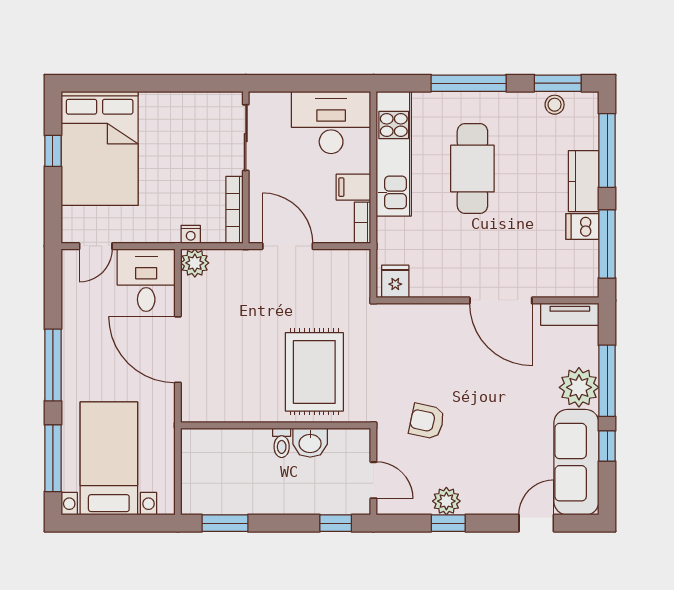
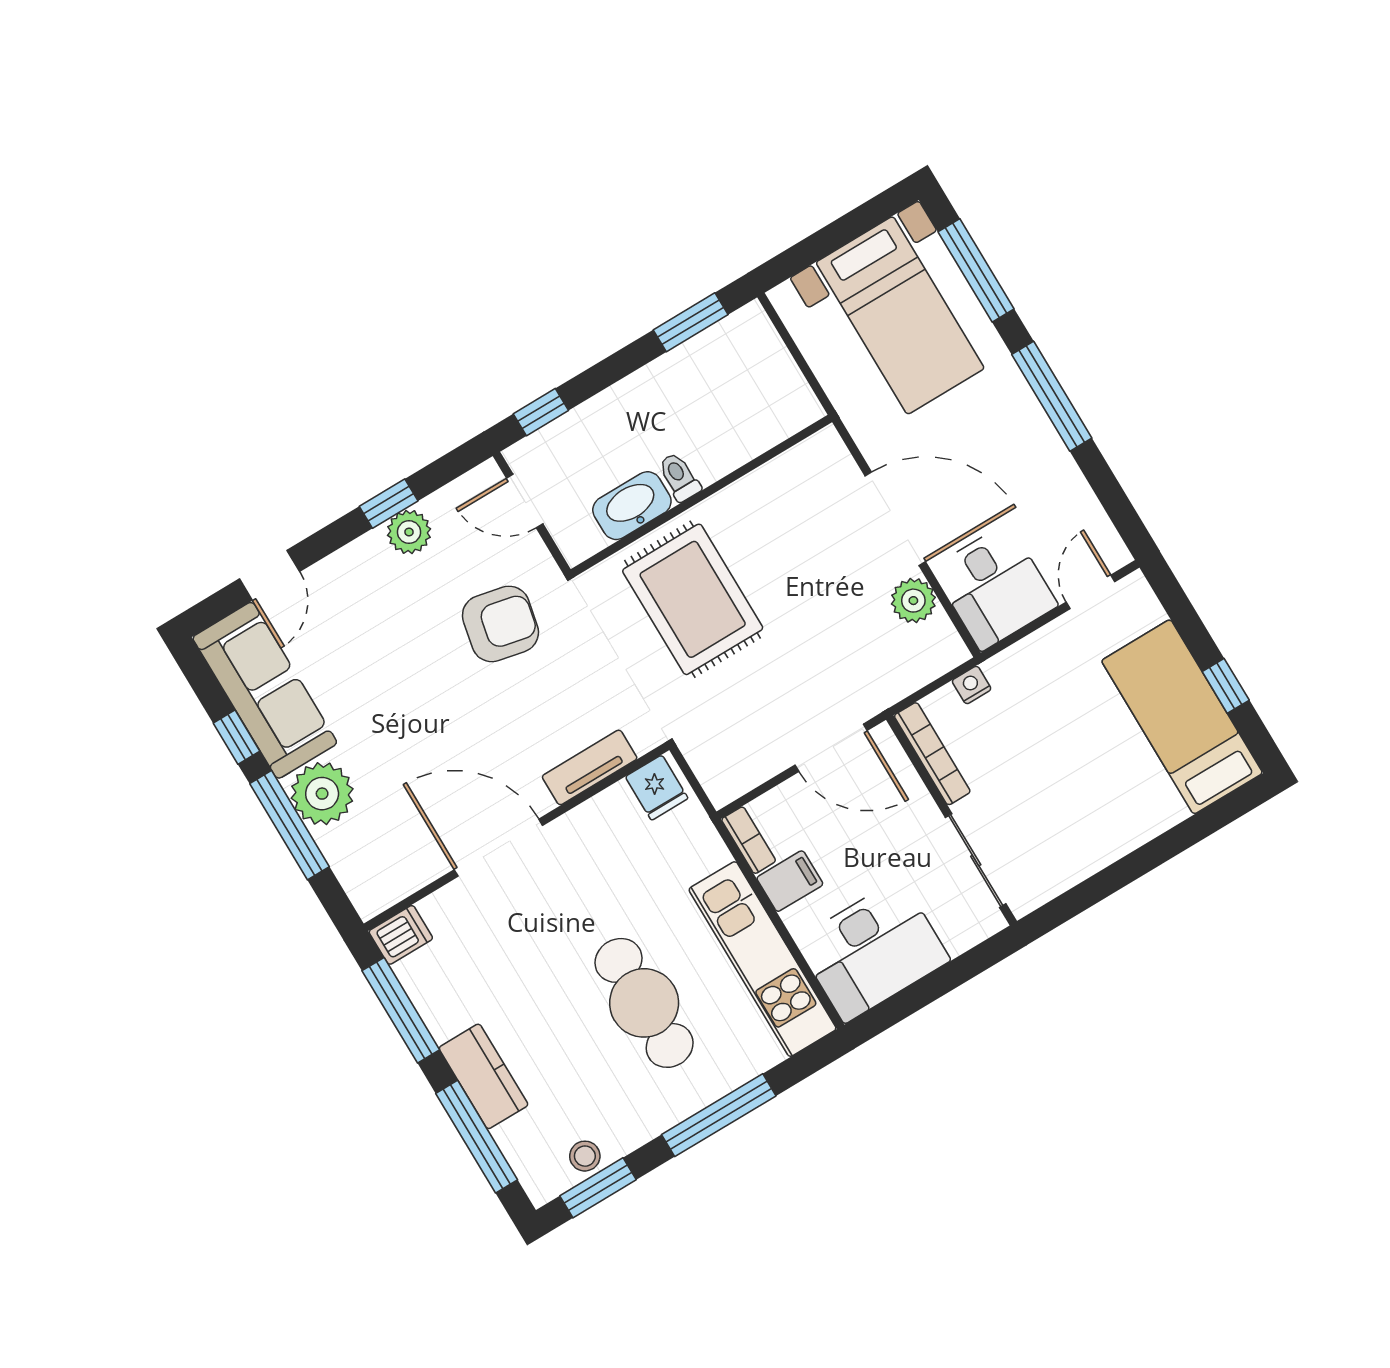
bed: (100, 148) -> (1182, 717), width x0.67
dishwasher: (582, 226) -> (401, 935), moved
plant: (195, 263) -> (913, 601), moved
tv unit: (570, 314) -> (590, 767), moved
armchair: (427, 421) -> (500, 624), width x1.38, depth x1.38
washbasin: (310, 443) -> (632, 506), width x1.38

